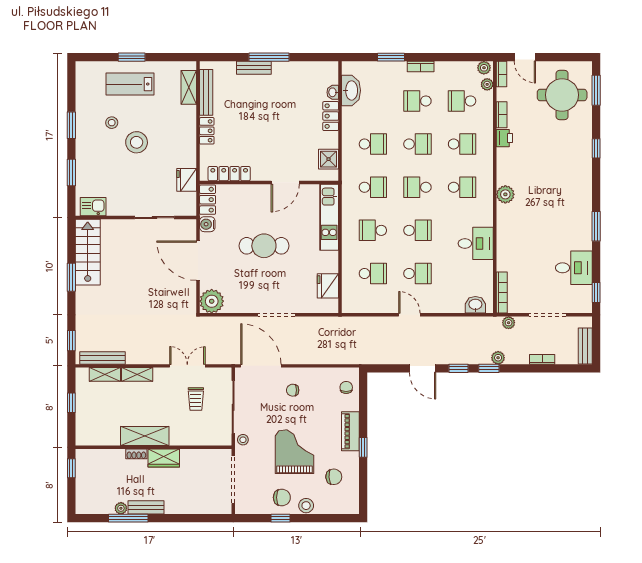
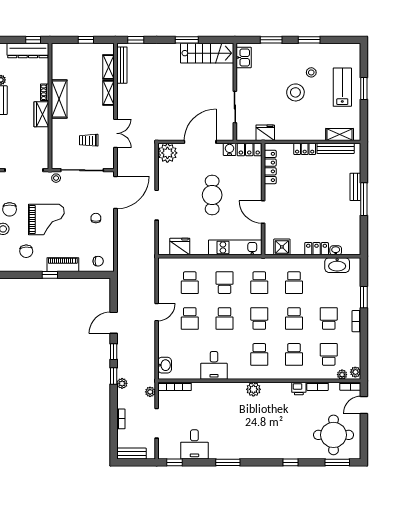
dresser: (84, 475) -> (28, 51), added

